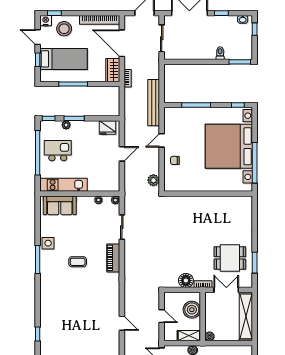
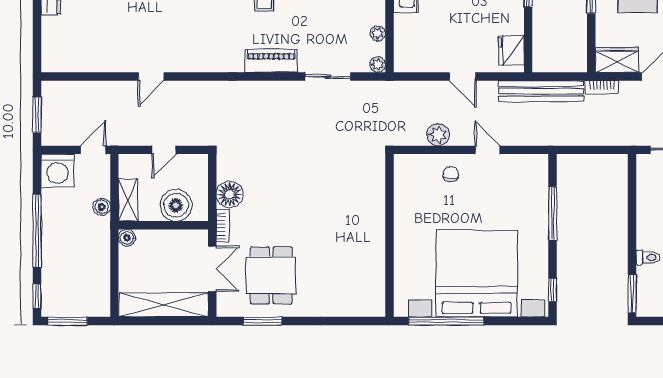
bench: (154, 103) -> (541, 91), moved
plant: (153, 180) -> (438, 135), moved

